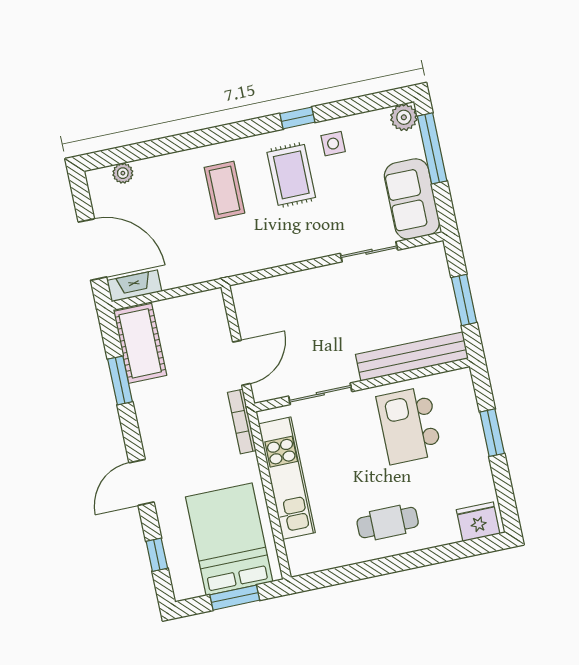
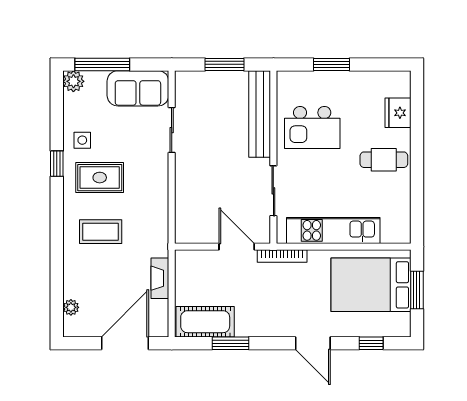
fireplace: (134, 286) -> (160, 278), moved
fridge: (478, 522) -> (398, 113), moved
cafe table: (388, 523) -> (384, 160), turned 90

